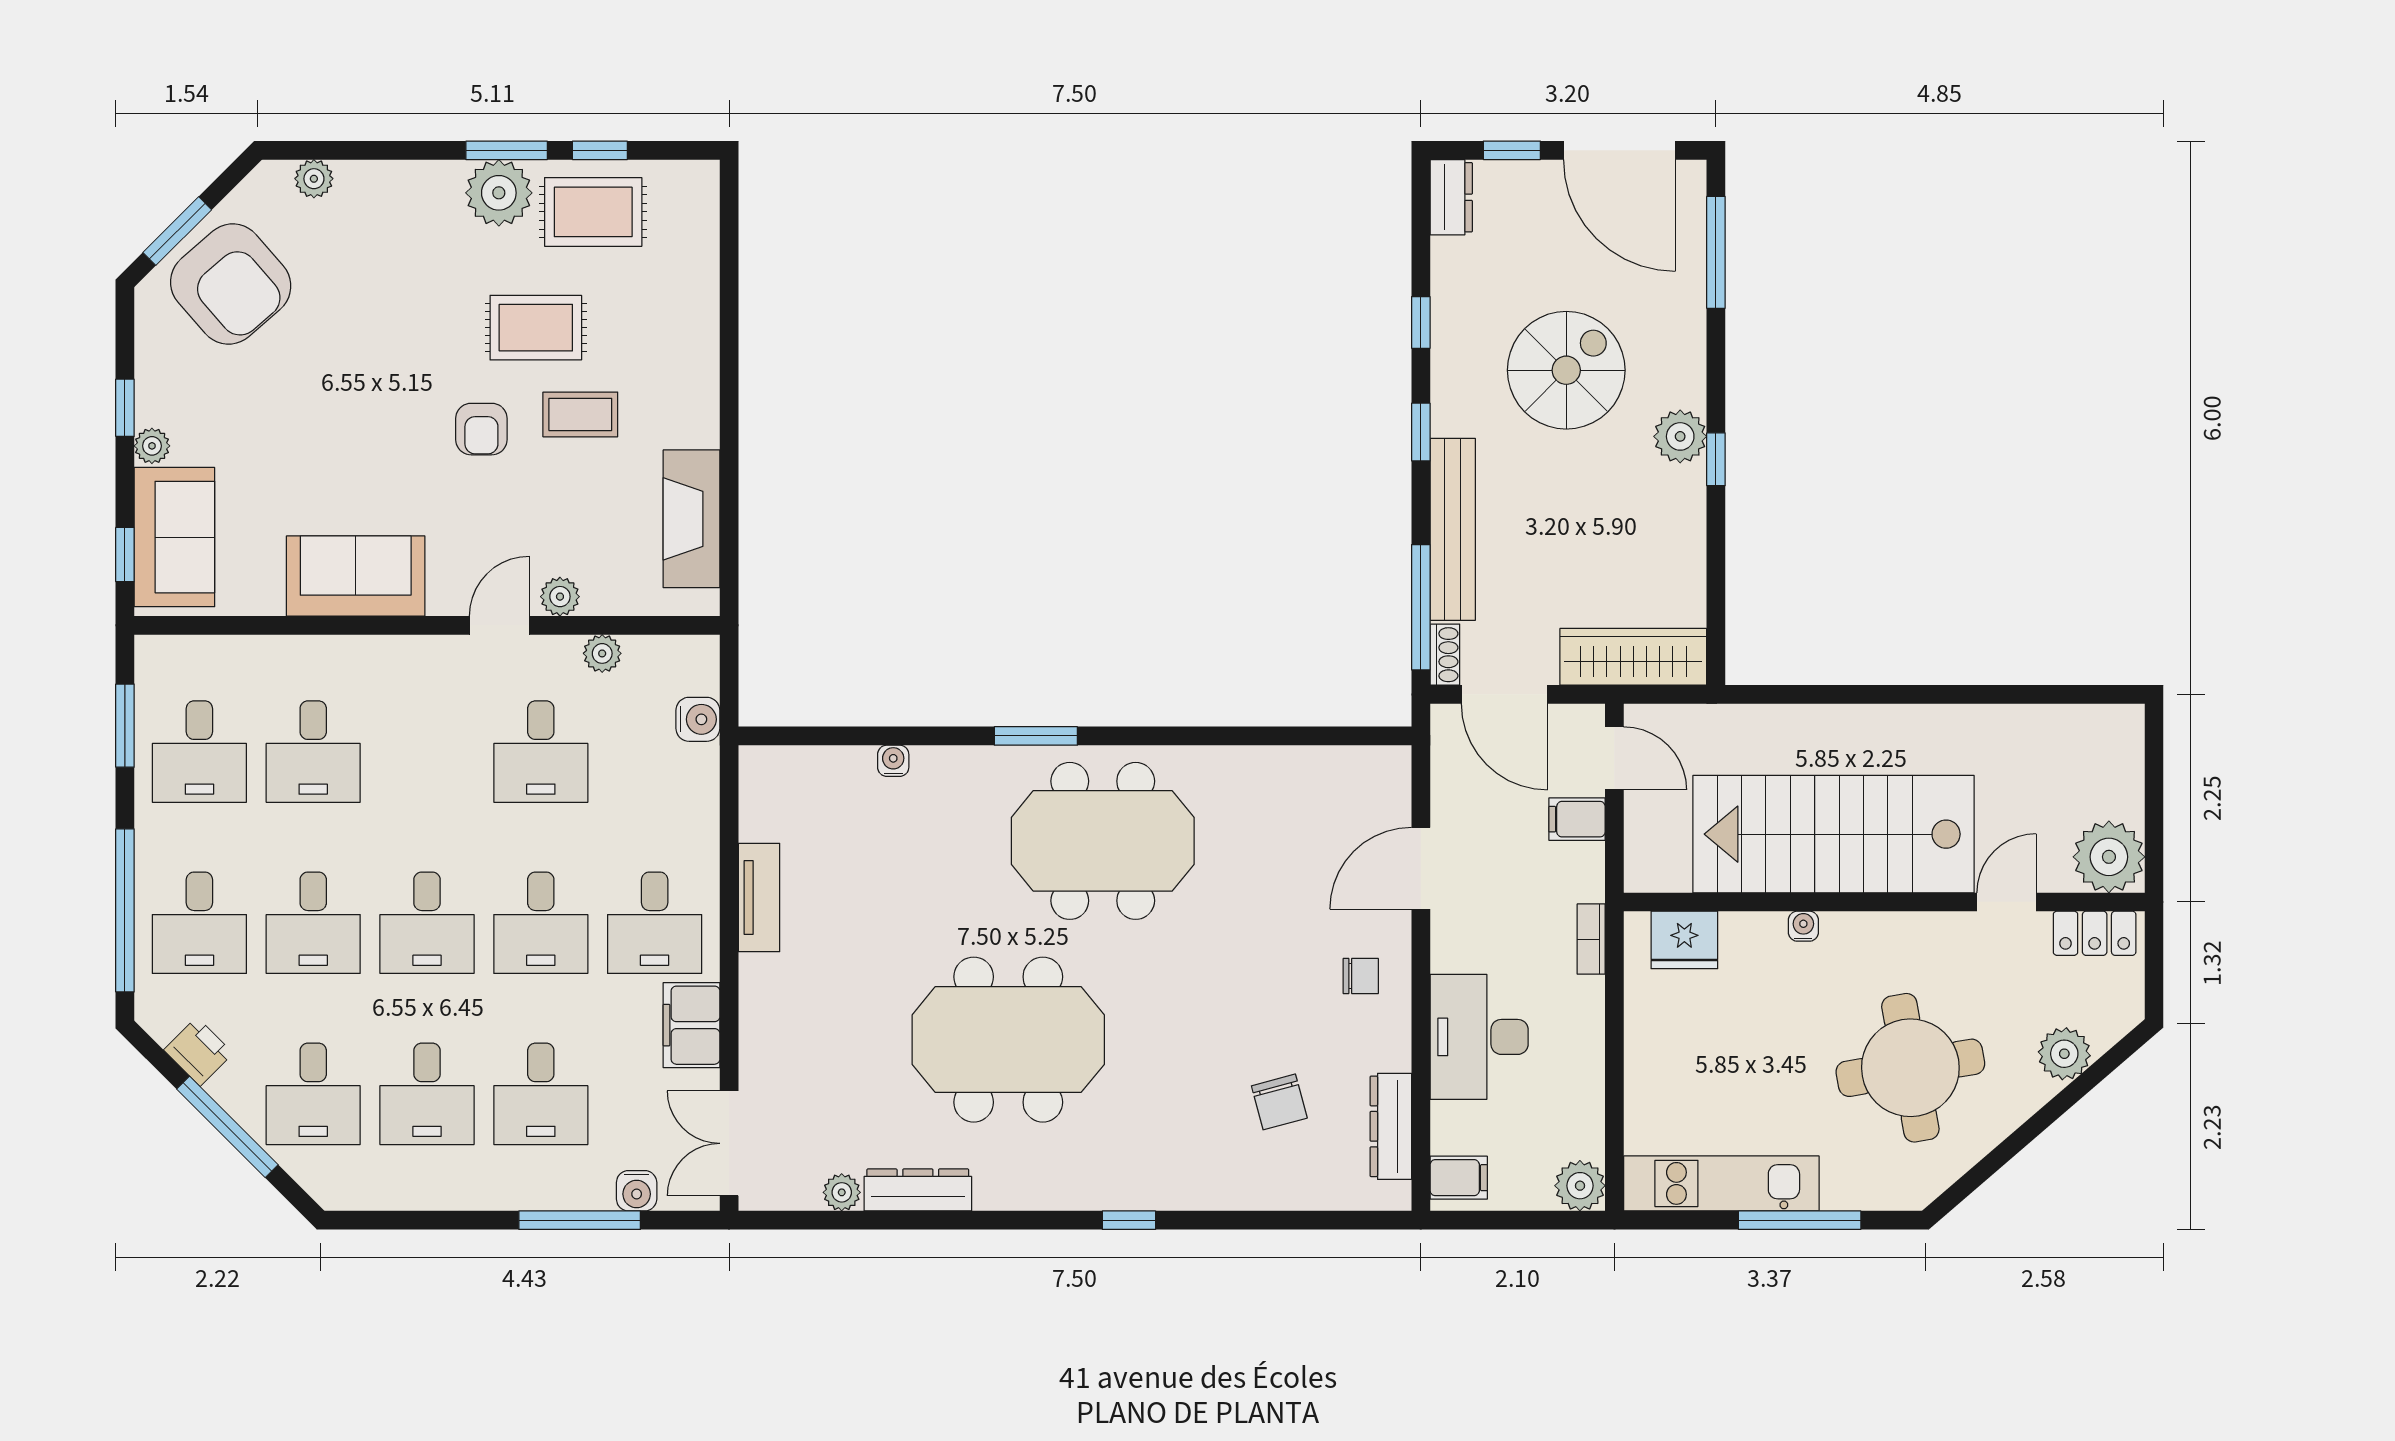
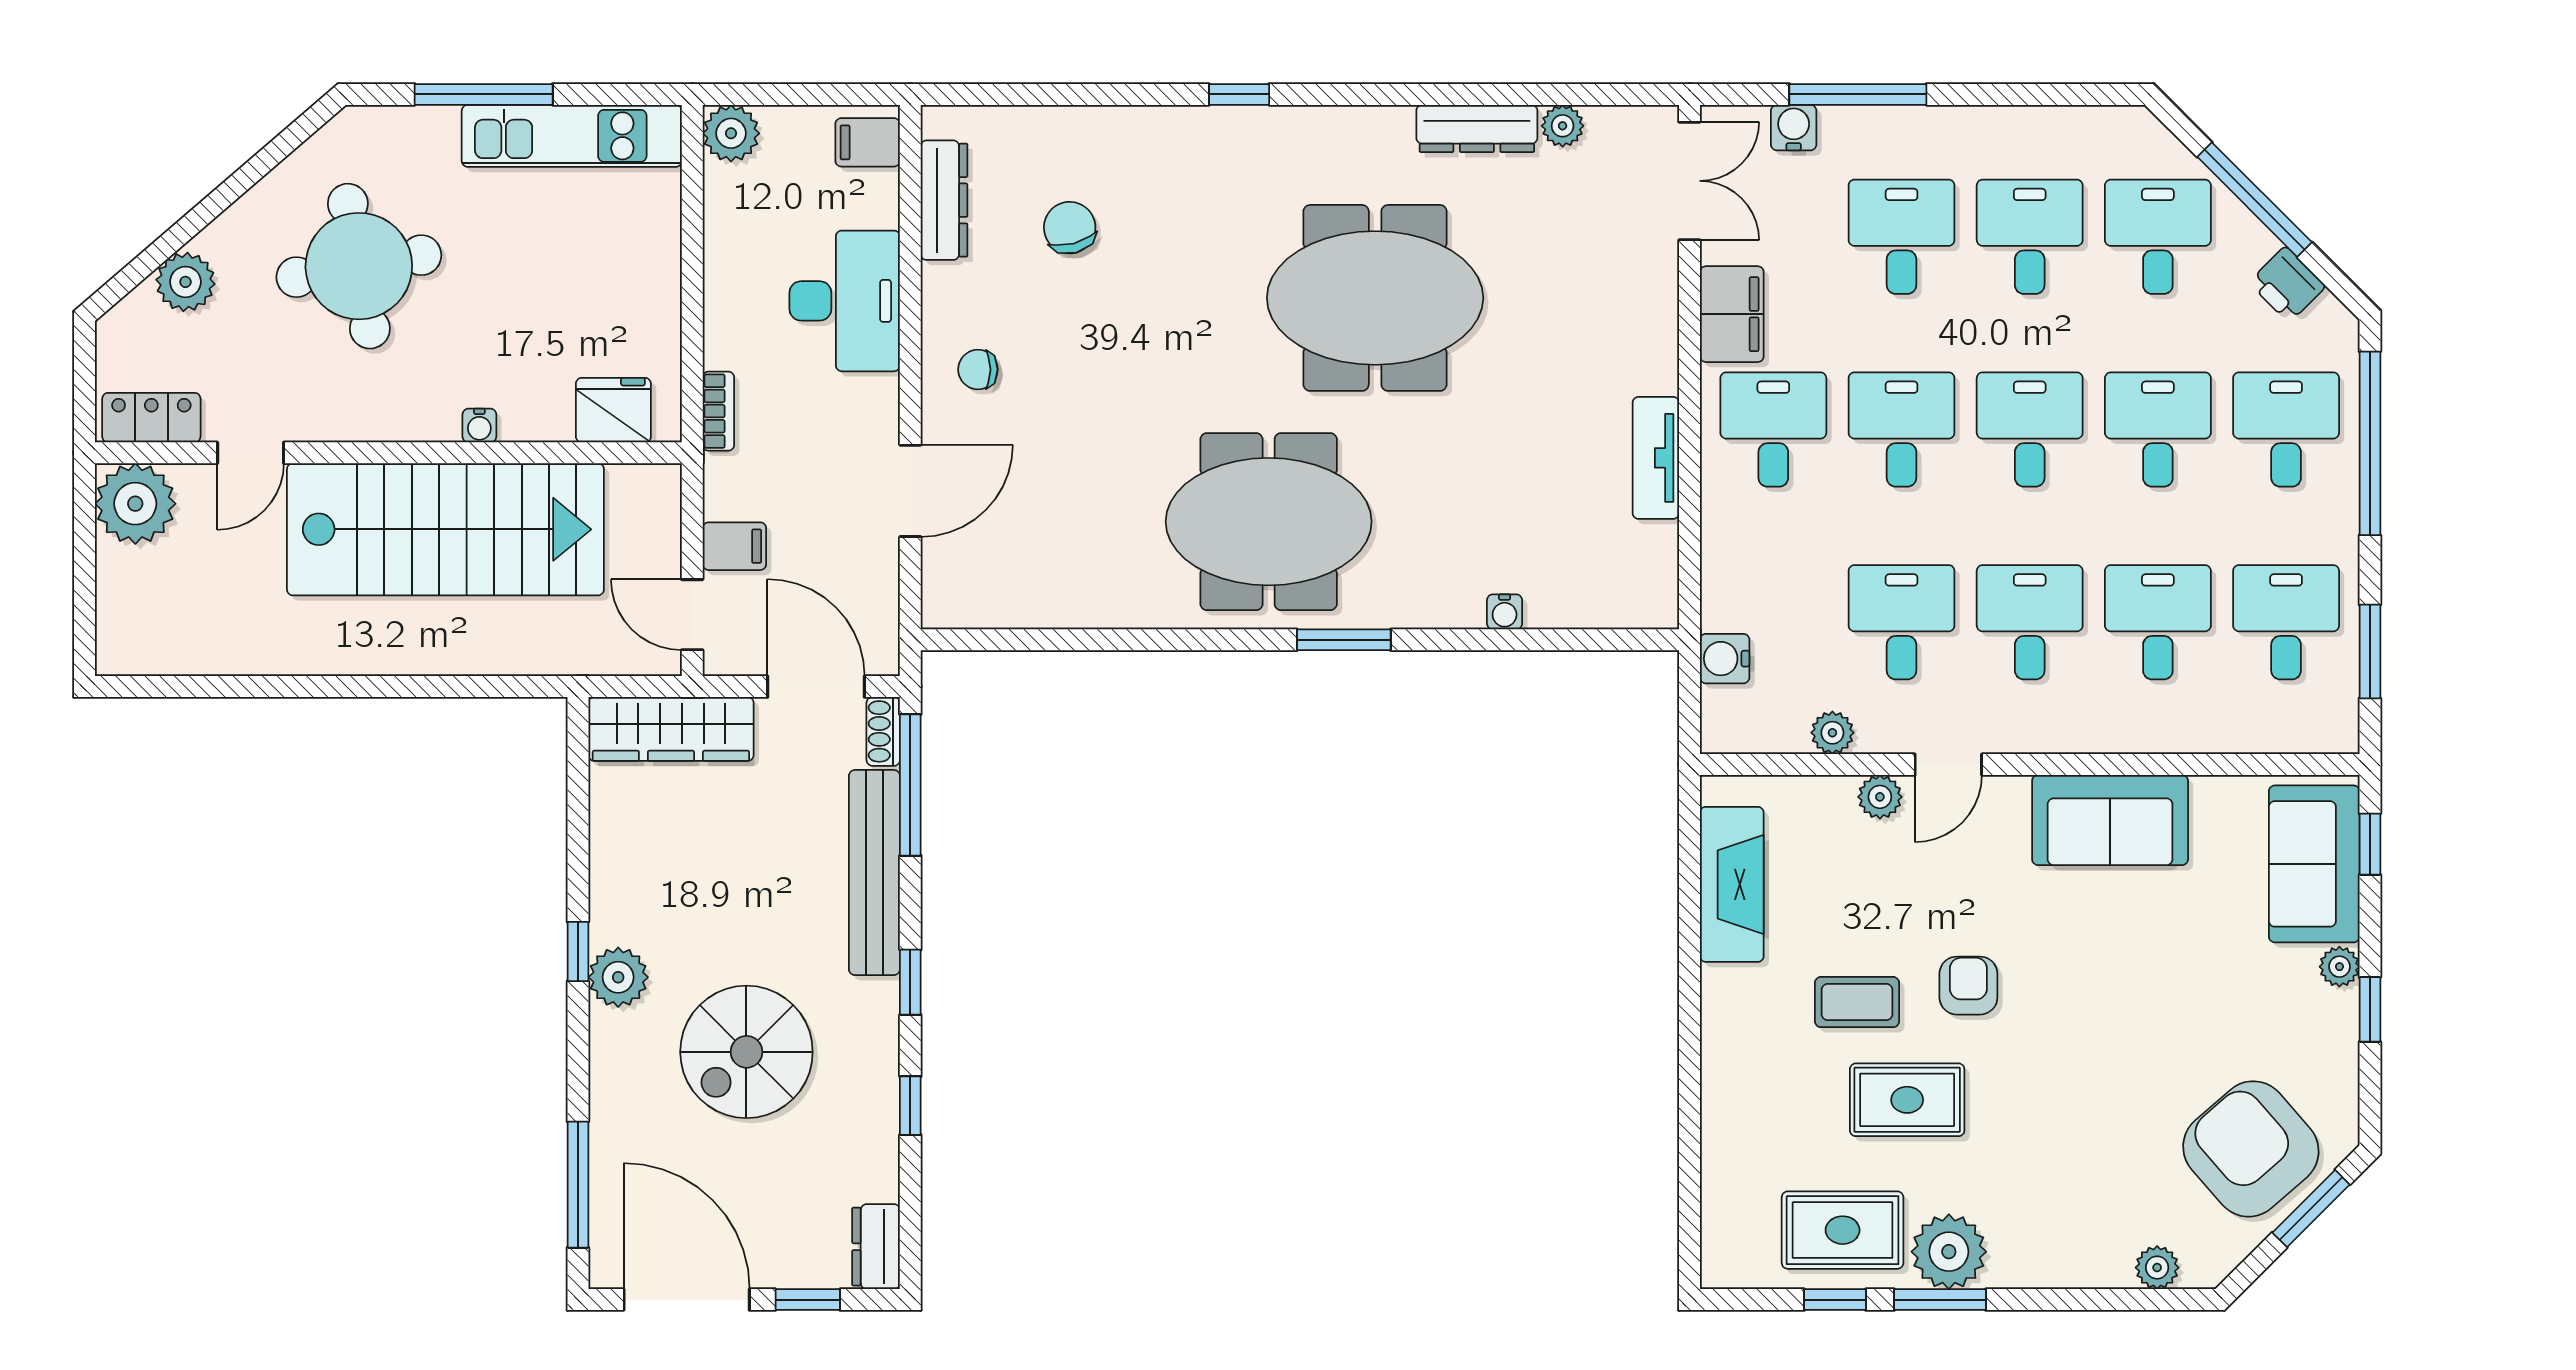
desk: (427, 752) -> (2030, 622), added

